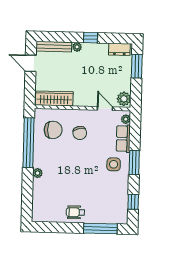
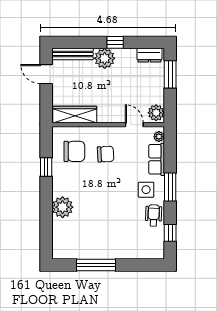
plant: (77, 47) -> (105, 58), width x1.88, depth x1.88
chair: (80, 133) -> (106, 154), turned -82
window: (29, 143) -> (46, 167), width x0.32
plant: (38, 173) -> (63, 207), width x1.87, depth x1.87
wheelchair: (75, 212) -> (154, 215), moved, turned 92
window: (100, 228) -> (96, 265), moved

